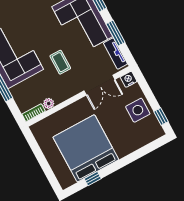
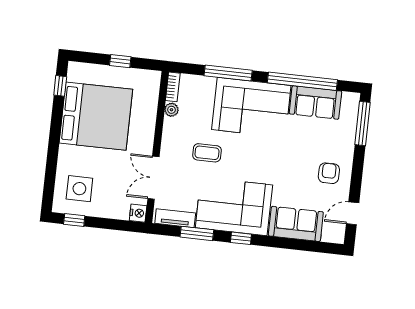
side table: (138, 110) -> (79, 189), moved
window: (40, 157) -> (120, 61), added
window: (93, 179) -> (60, 86), moved

